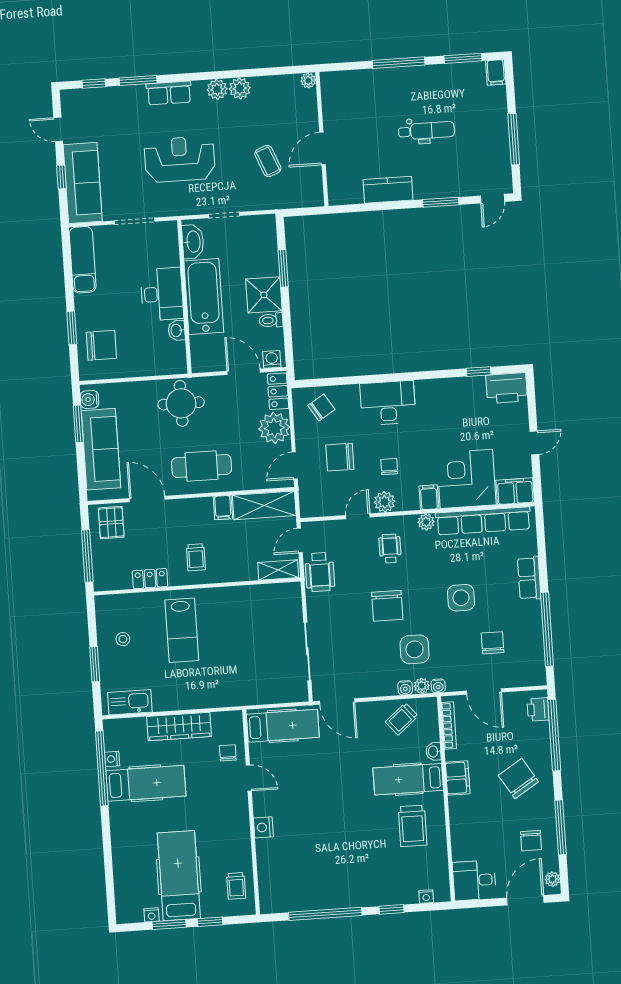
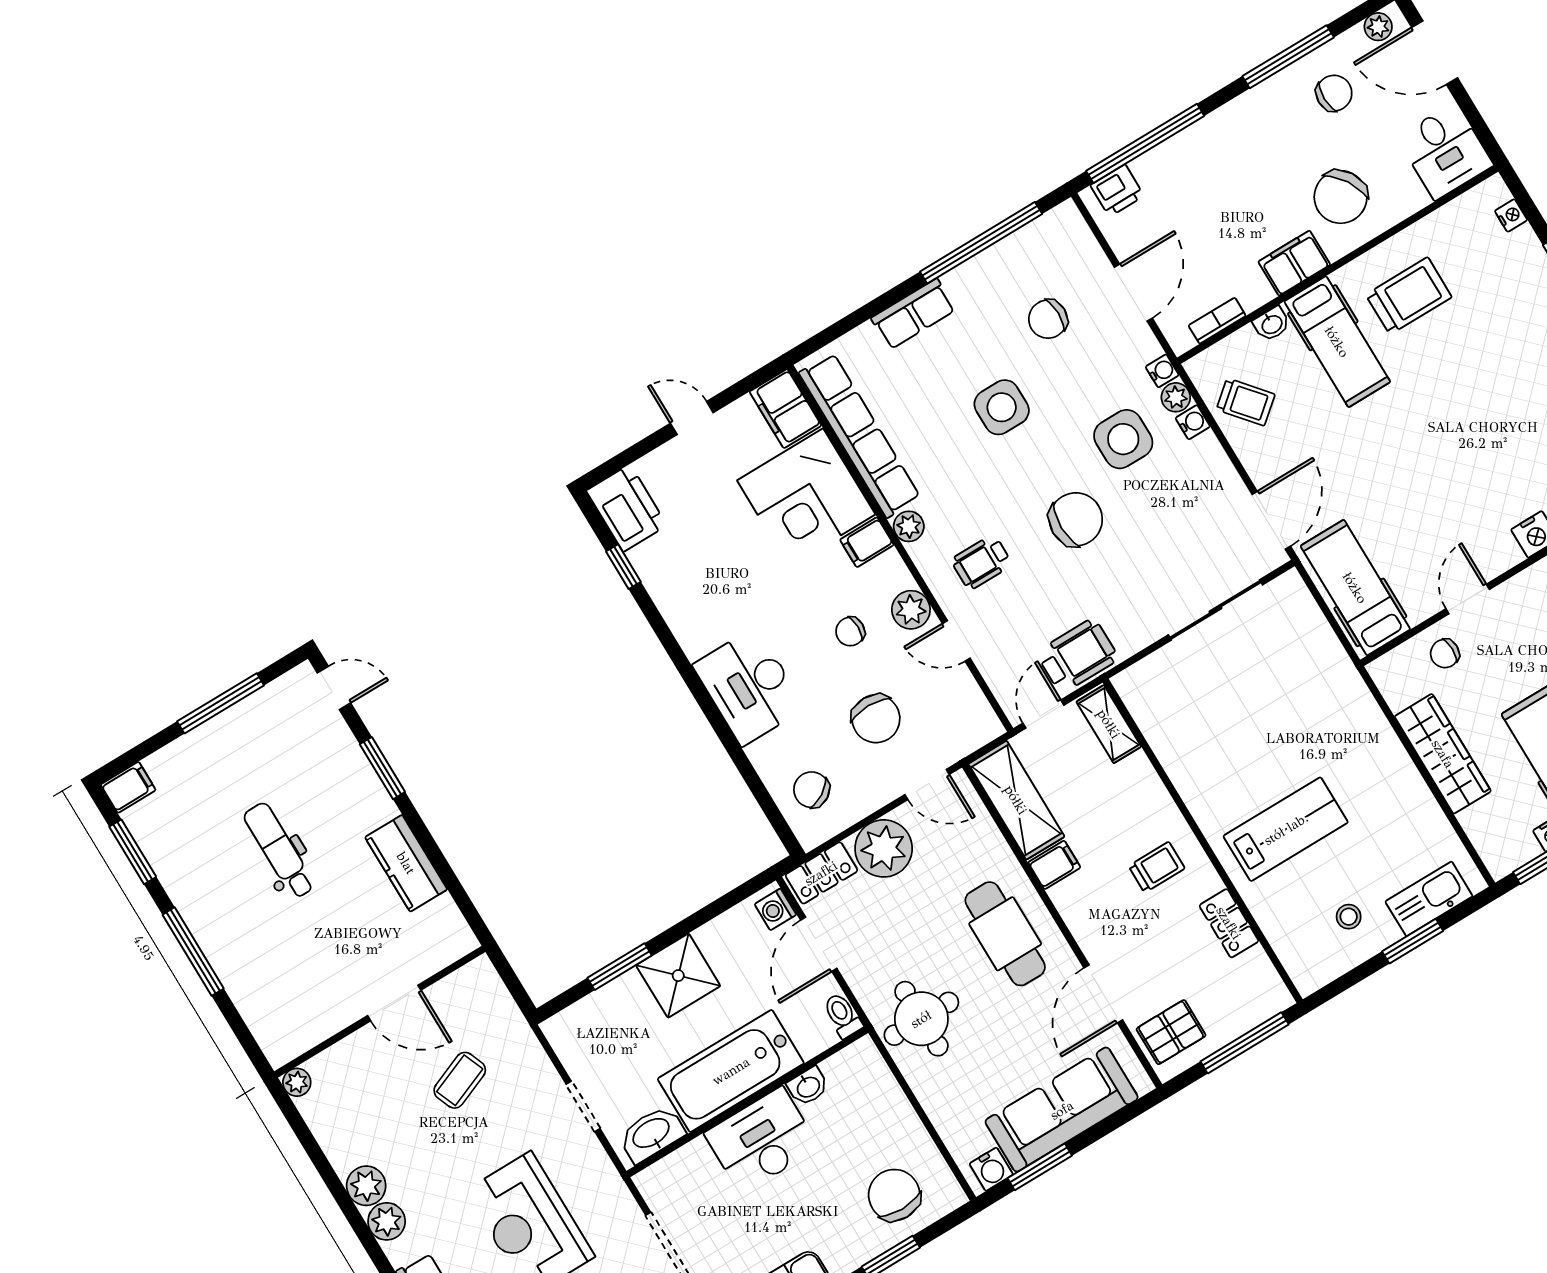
toilet: (271, 320) -> (842, 1015), moved, turned 180
door: (300, 540) -> (1043, 714), swing flipped
kitchen sink: (130, 702) -> (1429, 899), moved, turned 90
bookcase: (449, 726) -> (1217, 321), width x0.64
chair: (518, 779) -> (1341, 197), moved

